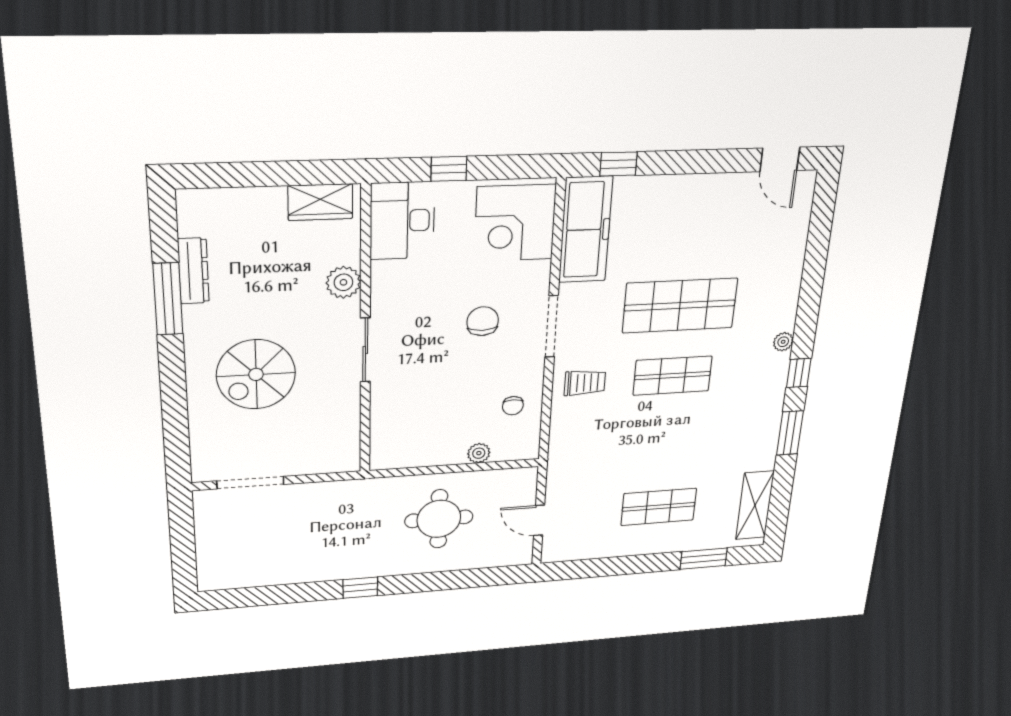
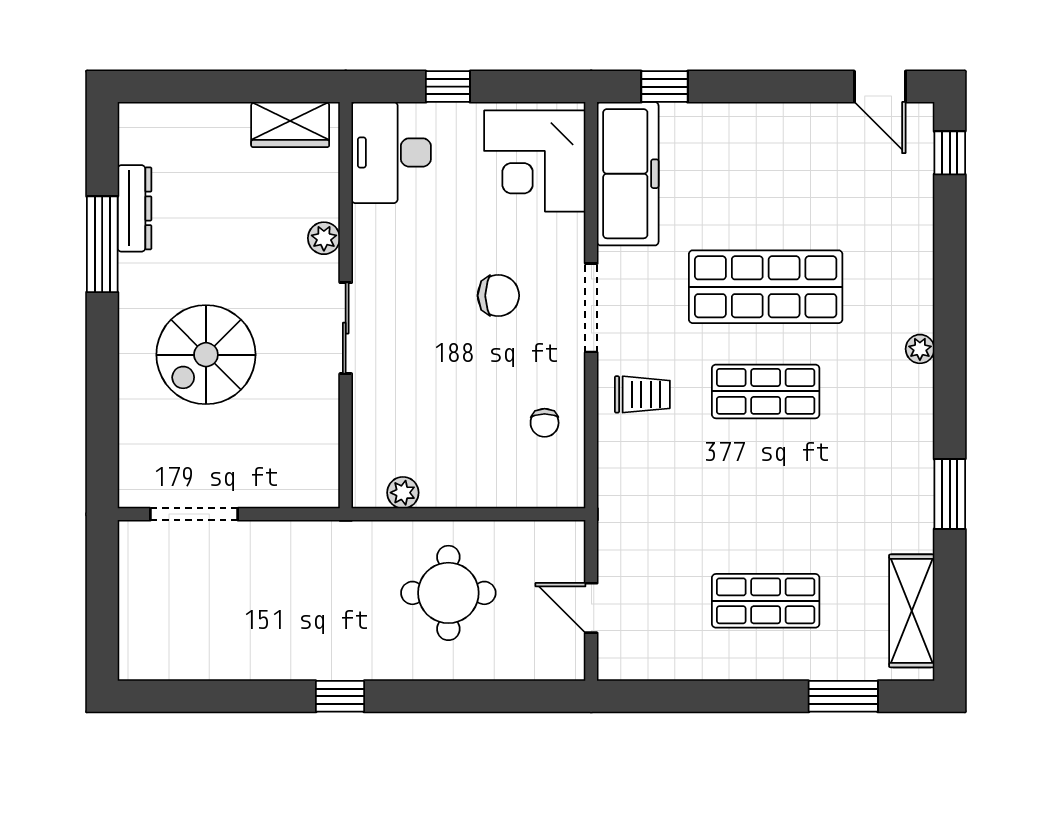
plant: (343, 282) -> (324, 238), width x0.73, depth x0.73
chair: (483, 321) -> (498, 296), turned 90
window: (799, 373) -> (950, 153), moved
plant: (479, 453) -> (403, 493), moved

